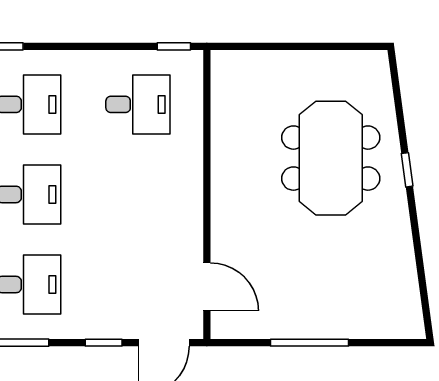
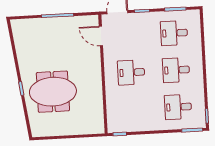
desk: (138, 104) -> (131, 72), moved
meeting table: (331, 158) -> (53, 92), turned 90

